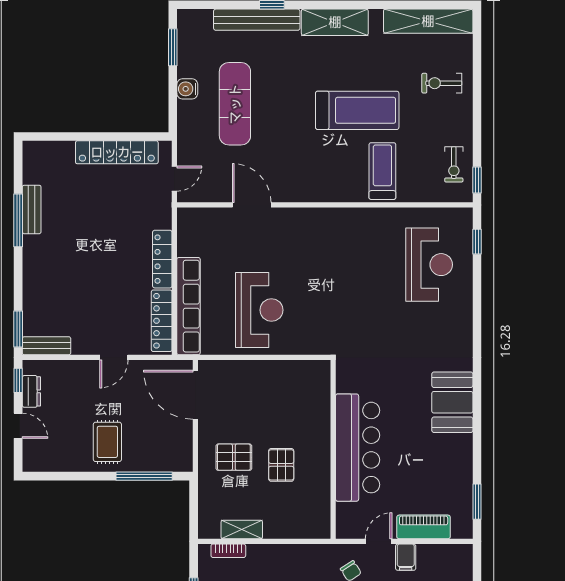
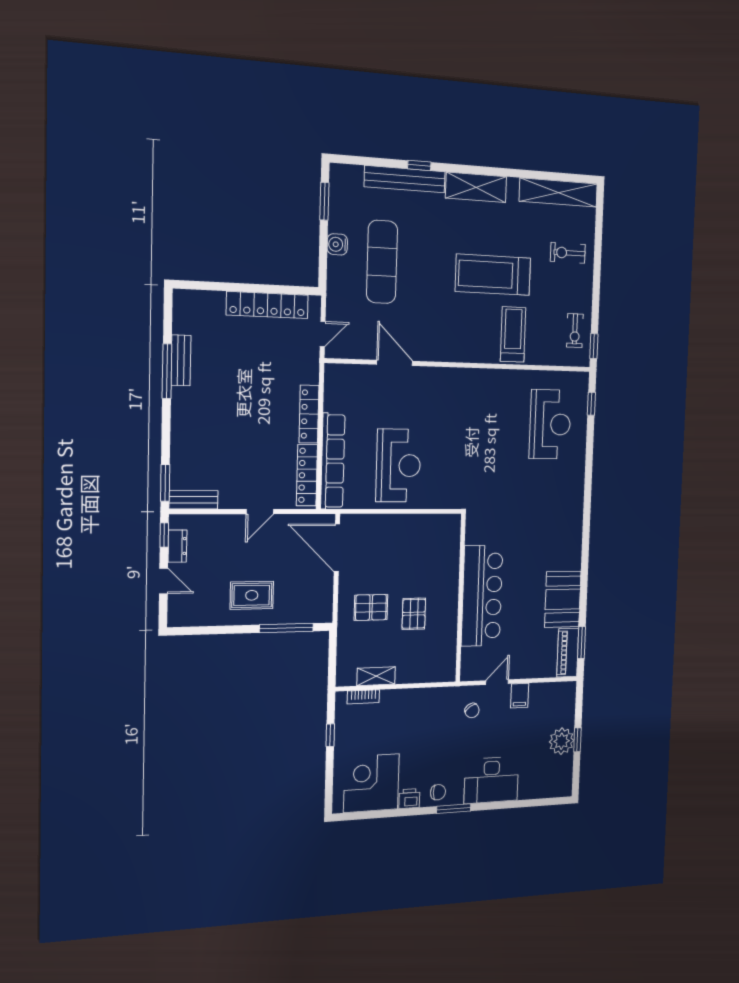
treadmill: (357, 110) -> (493, 275), turned 180
booth: (452, 402) -> (563, 599), moved
rug: (107, 442) -> (252, 595), turned 90
piano: (424, 527) -> (568, 653), moved, turned -90

